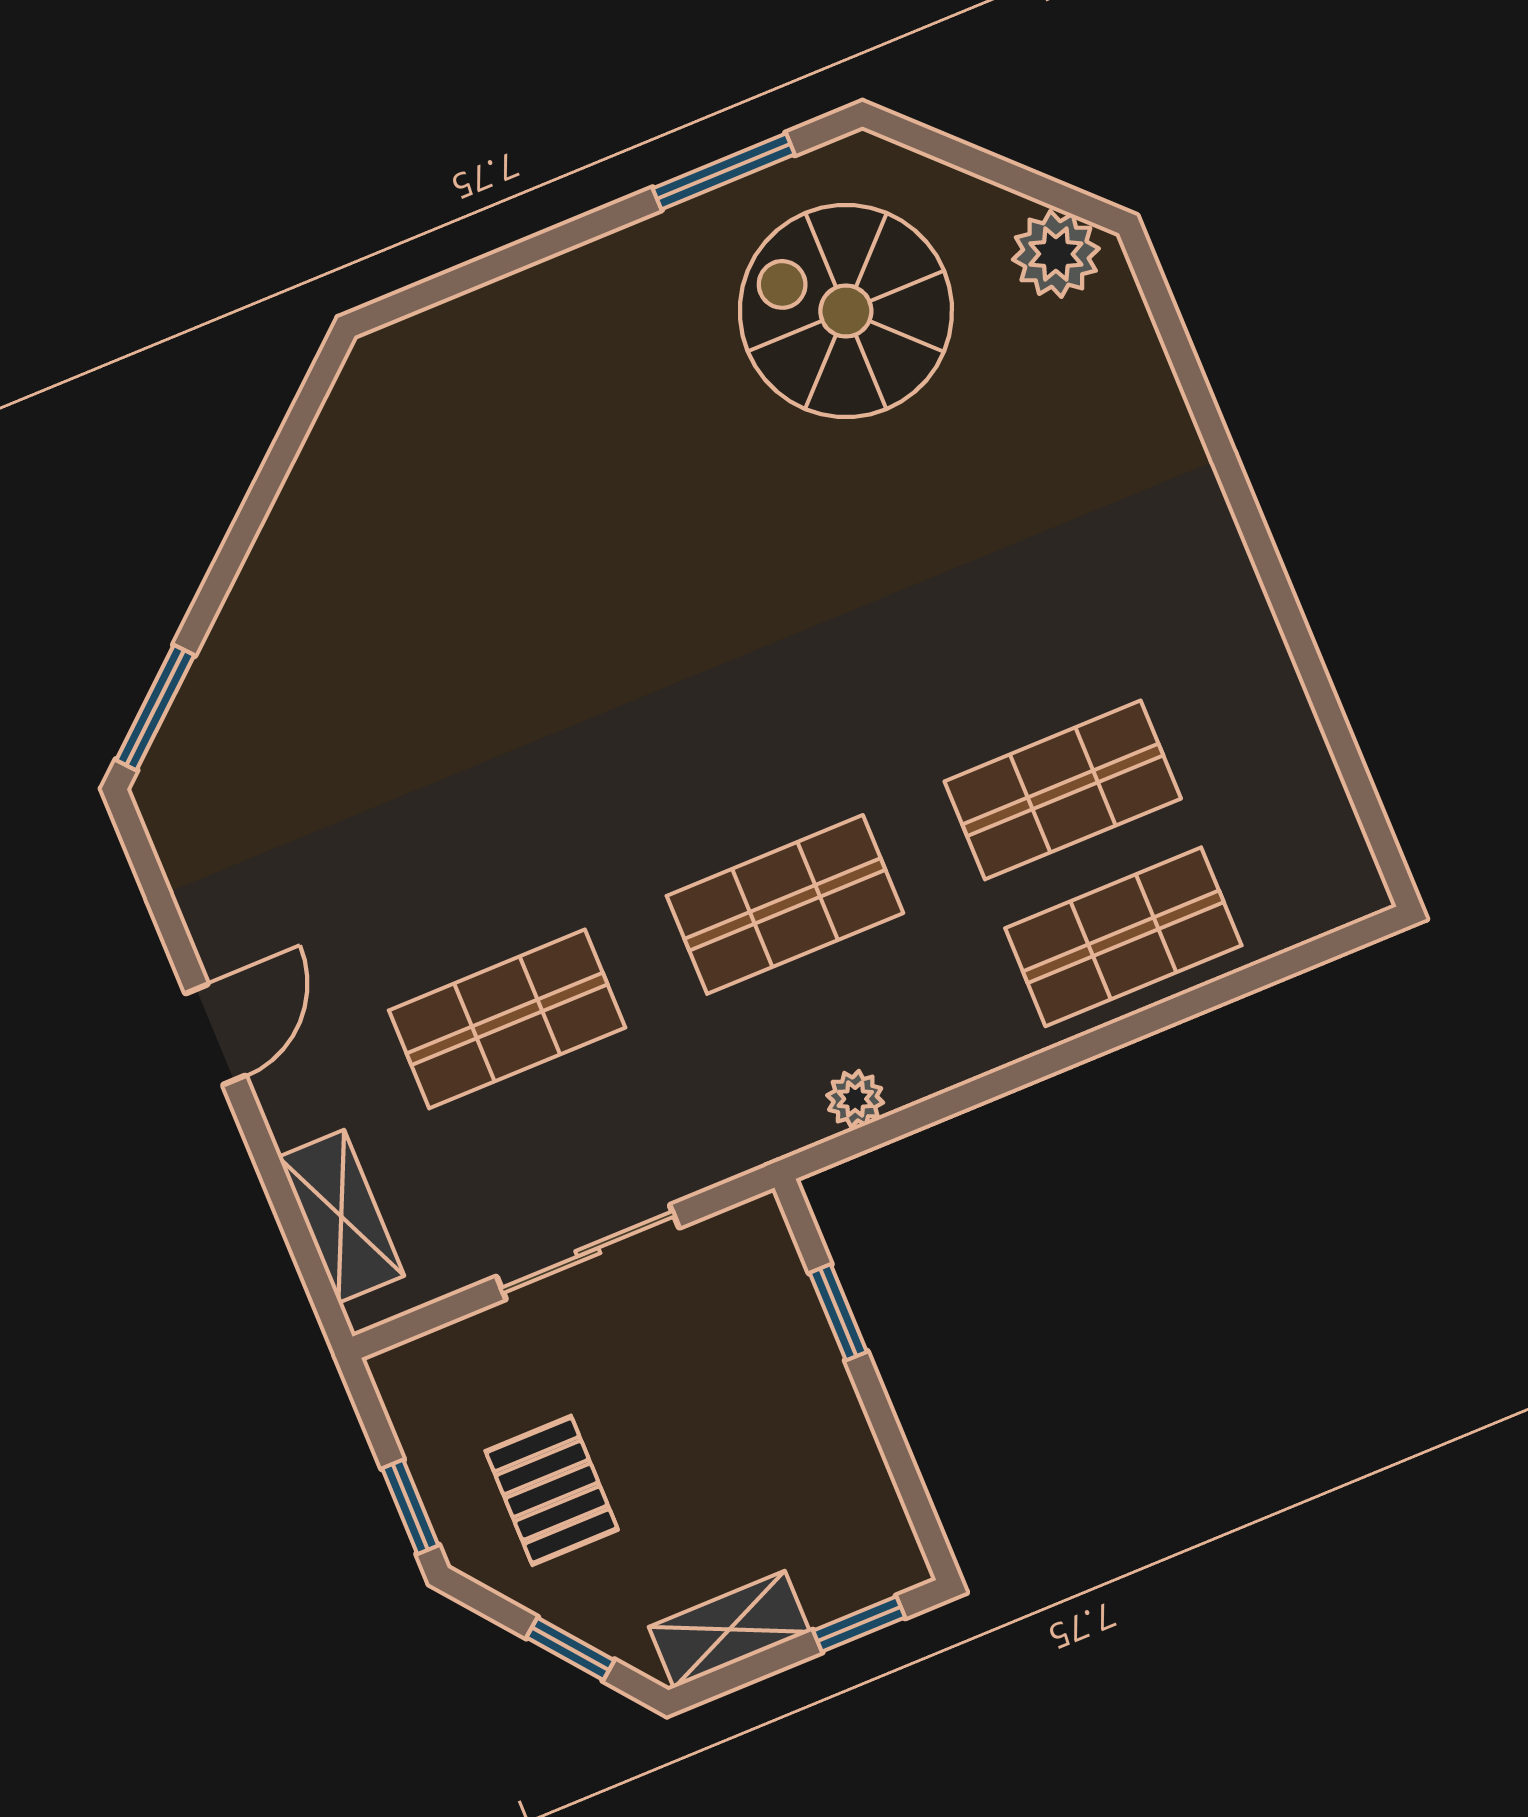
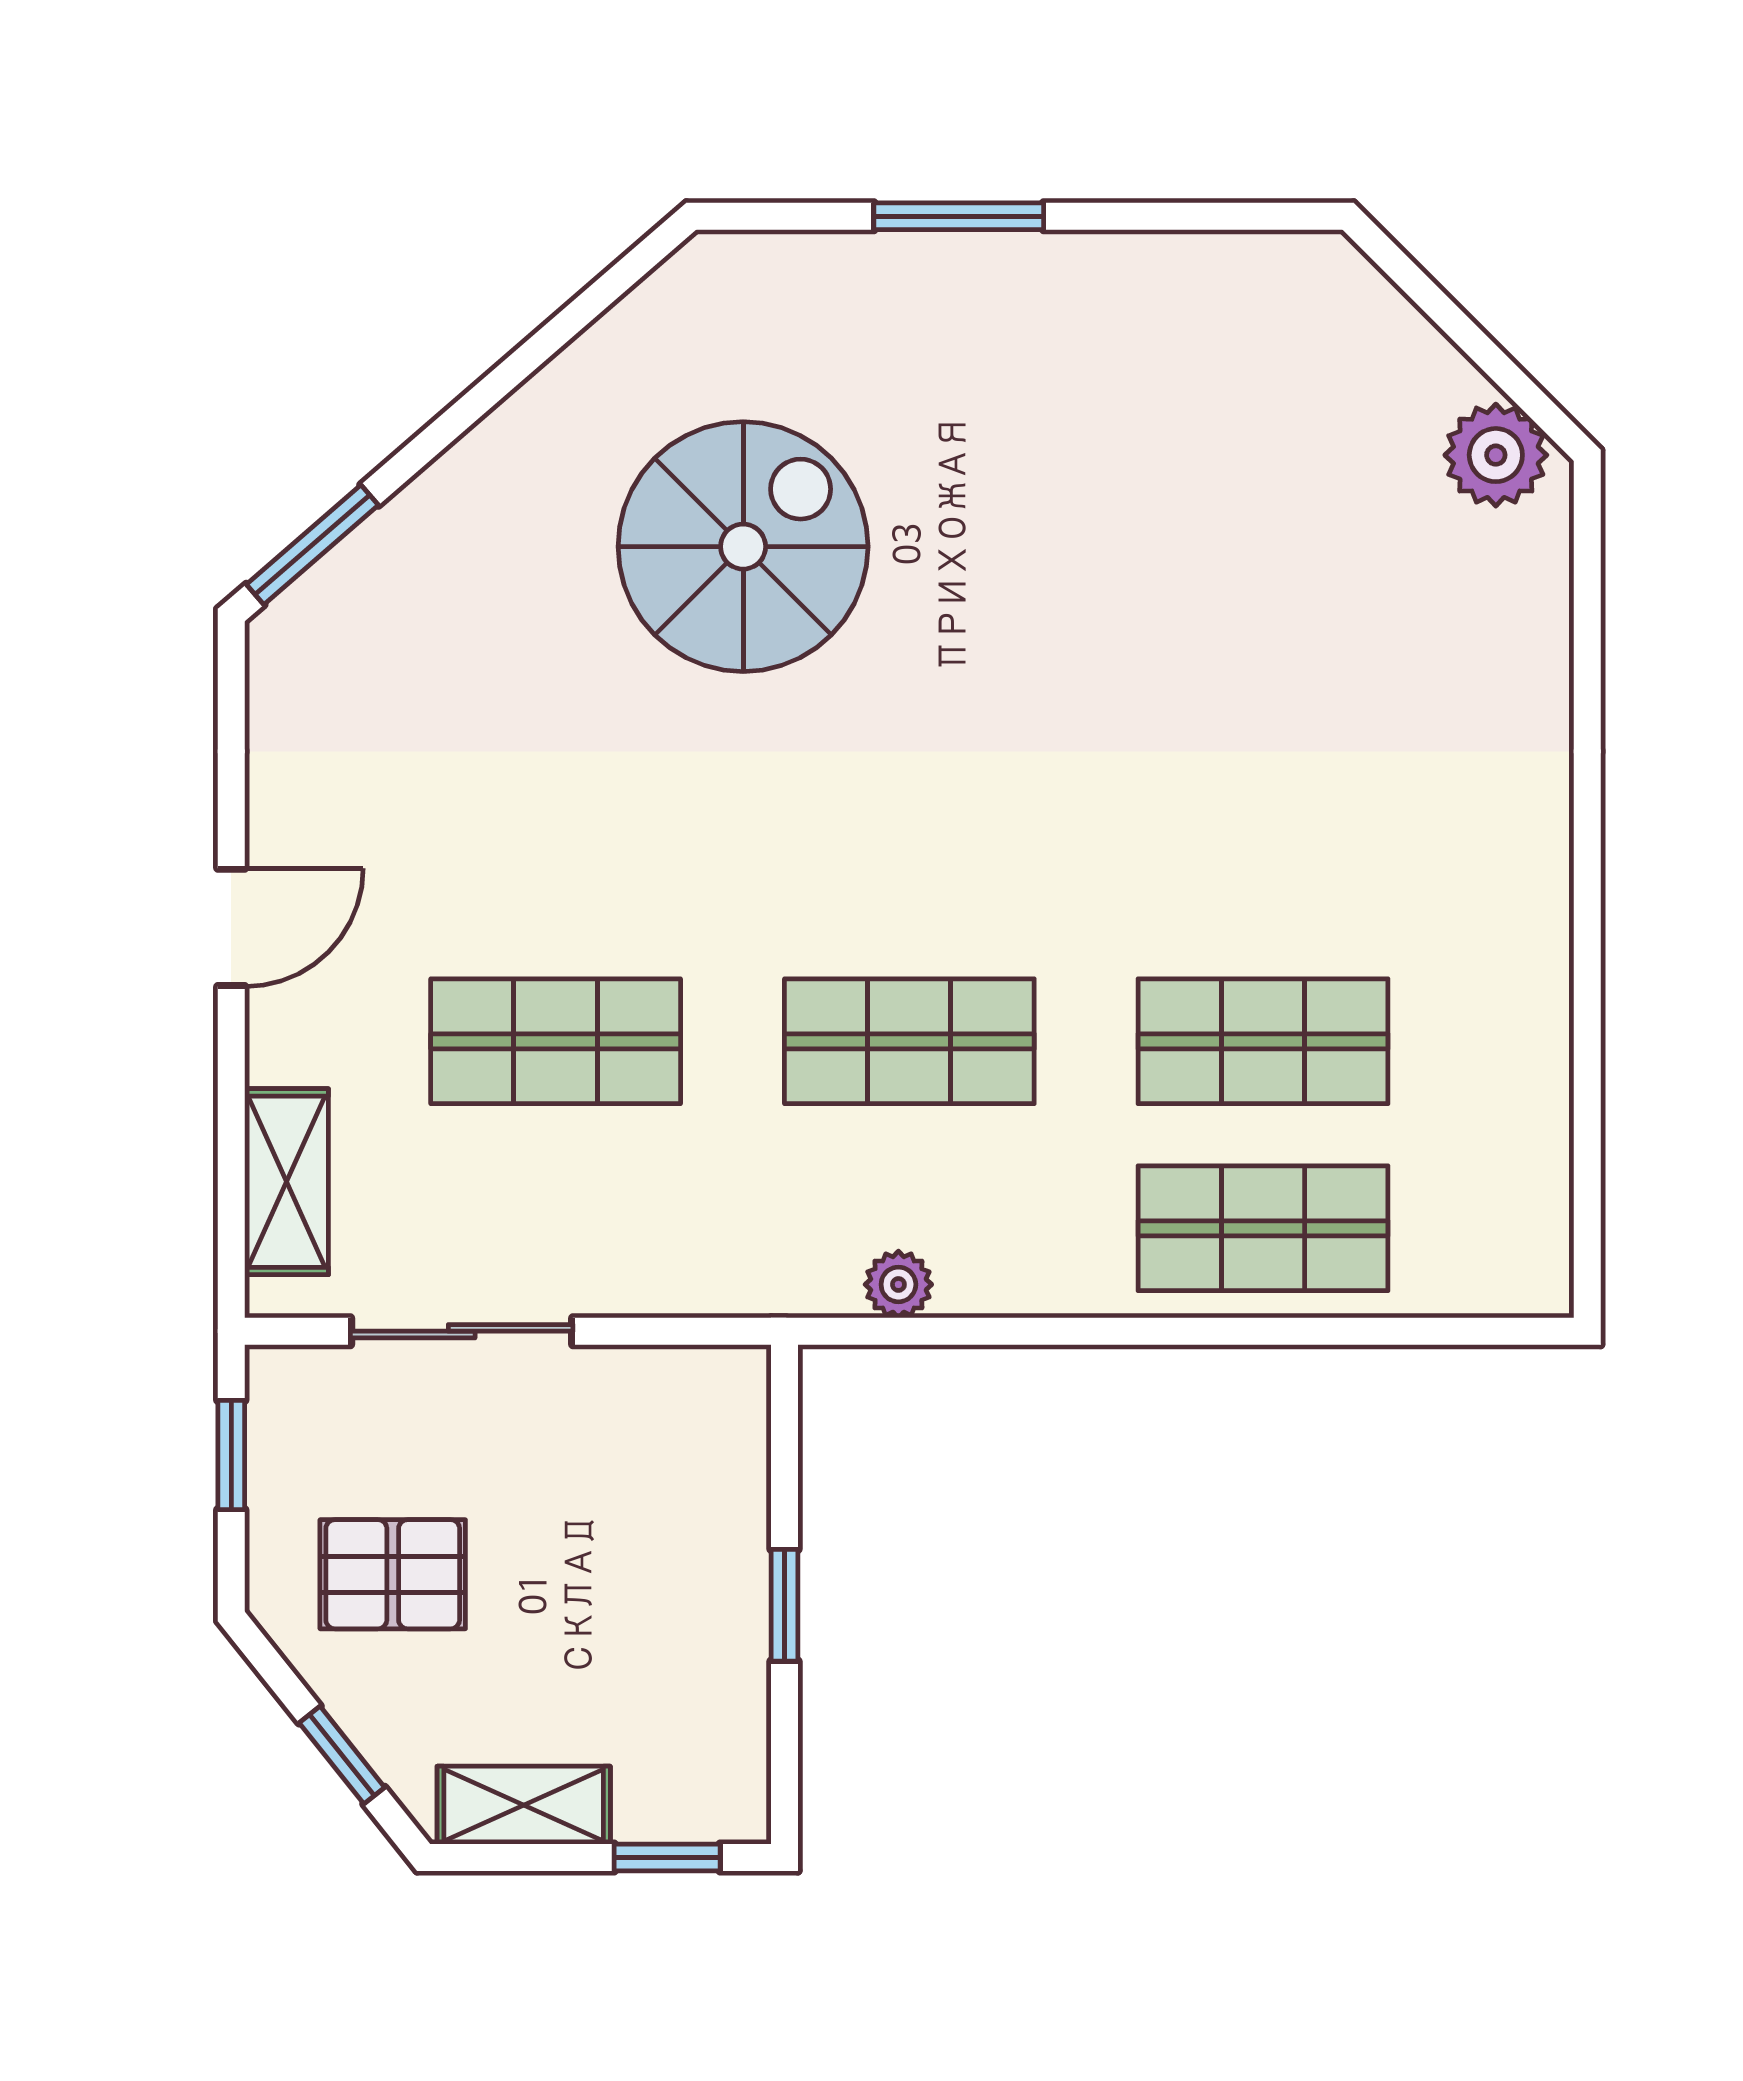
window: (724, 171) -> (959, 216), moved
spiral stairs: (846, 311) -> (743, 547), moved, turned 90
sliding door: (588, 1252) -> (462, 1331), moved
window: (838, 1312) -> (784, 1605), moved
pallet: (552, 1490) -> (393, 1574), turned 90
window: (410, 1507) -> (231, 1455), moved

